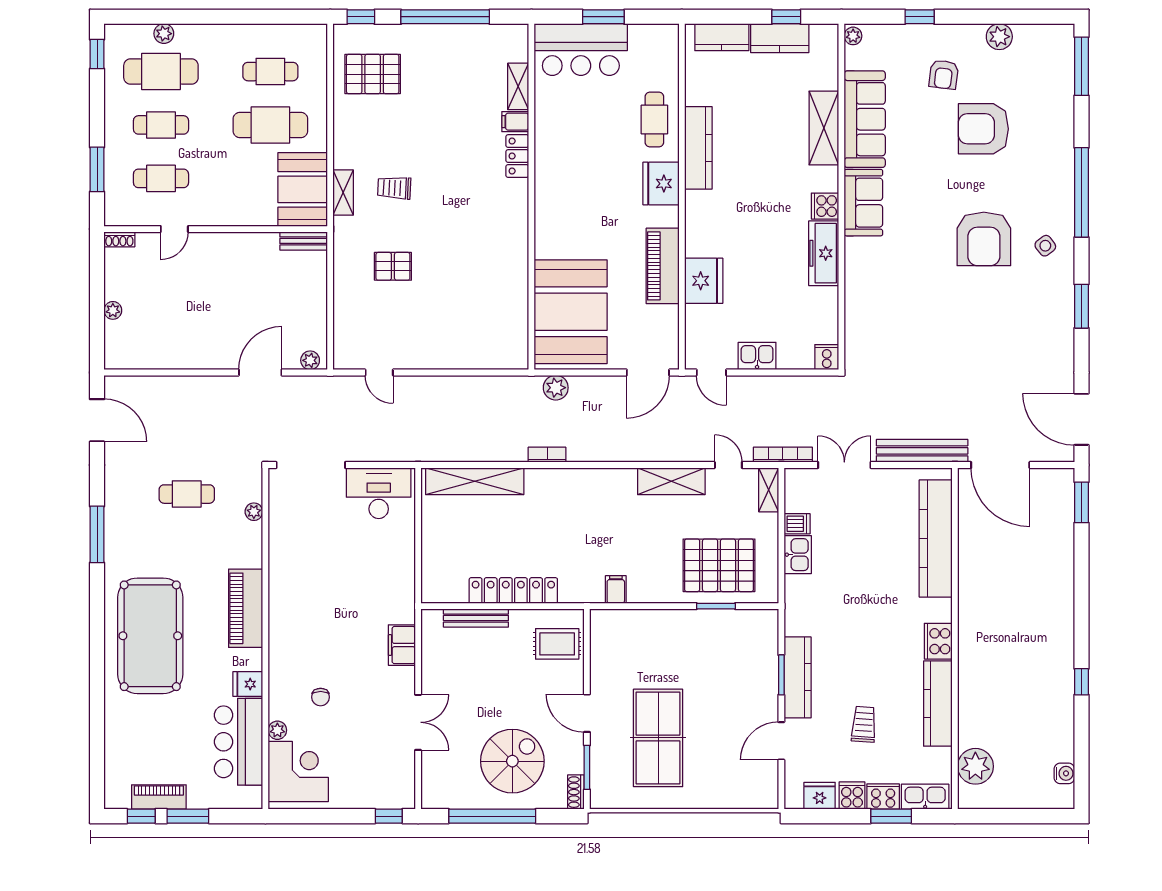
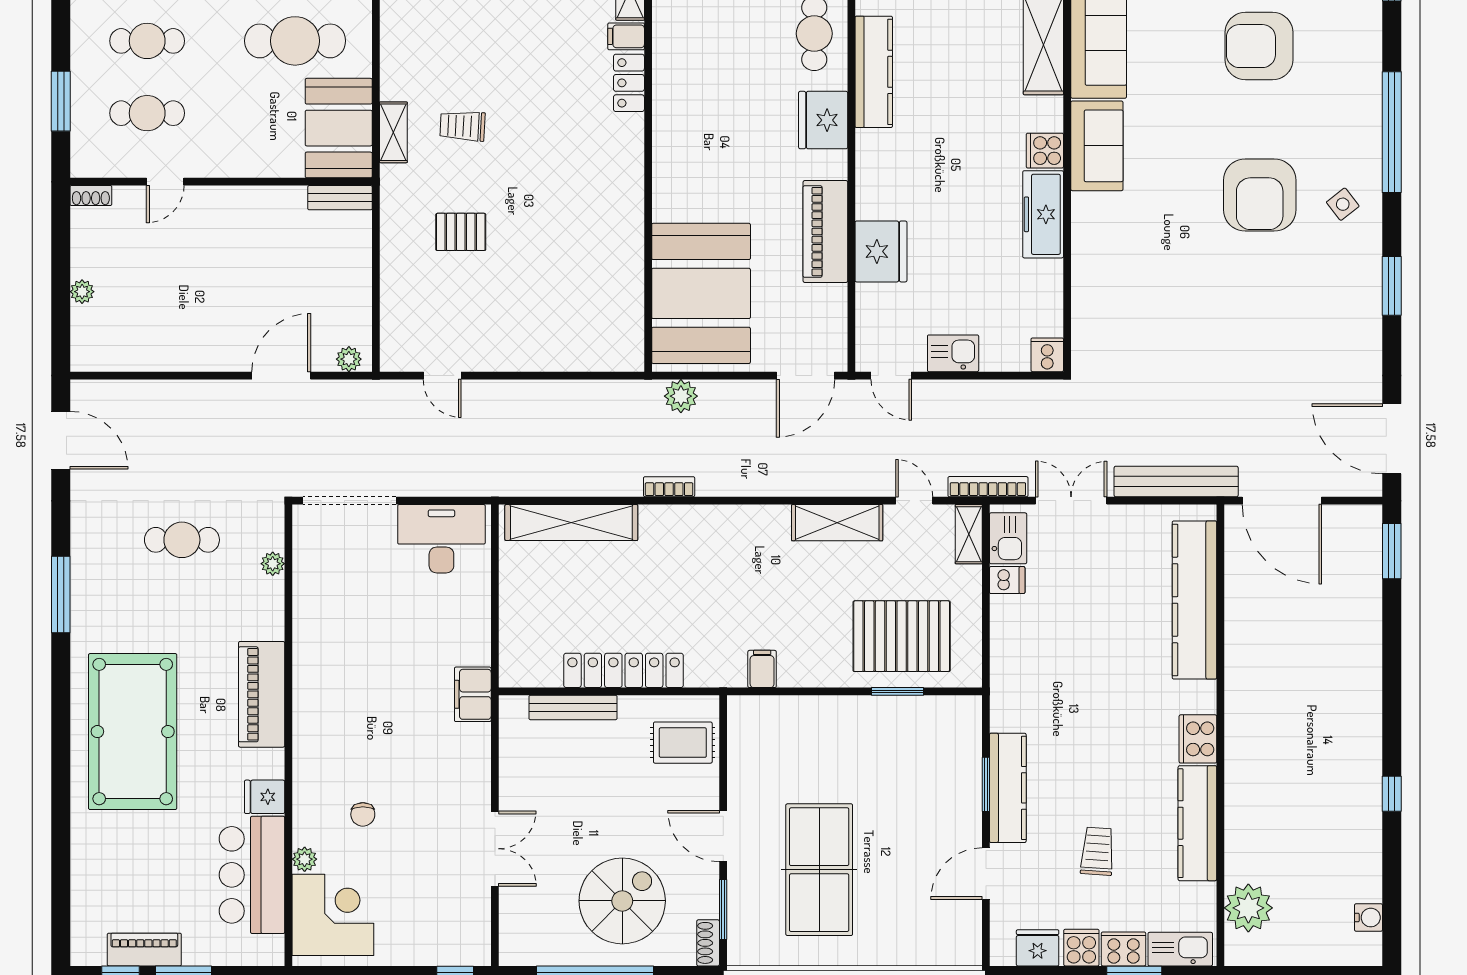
kitchen sink: (798, 555) -> (1008, 538), moved
filing cabinet: (402, 645) -> (473, 694), moved

